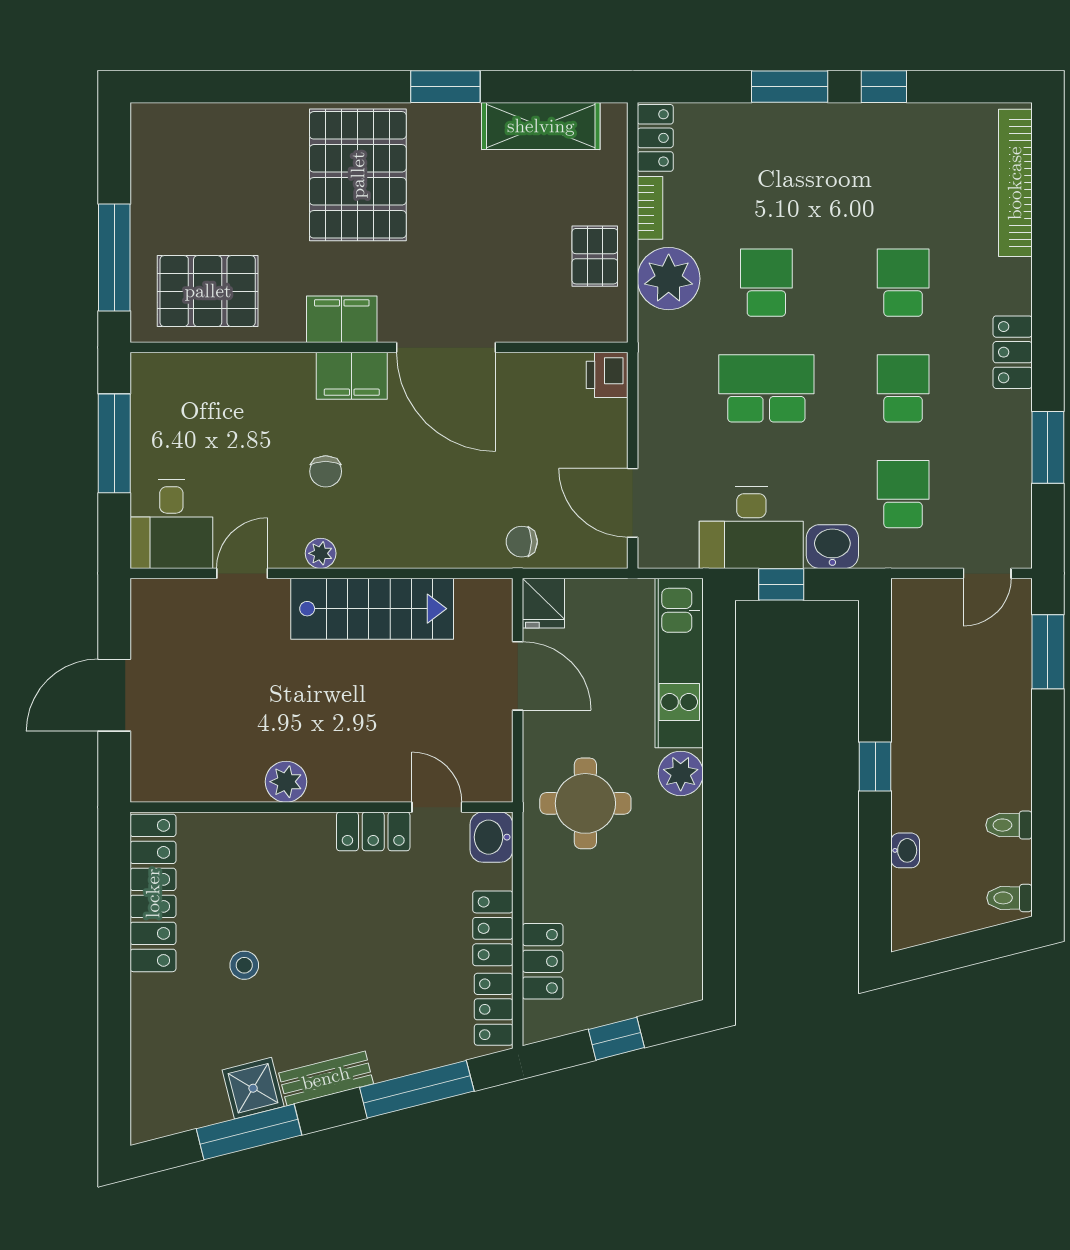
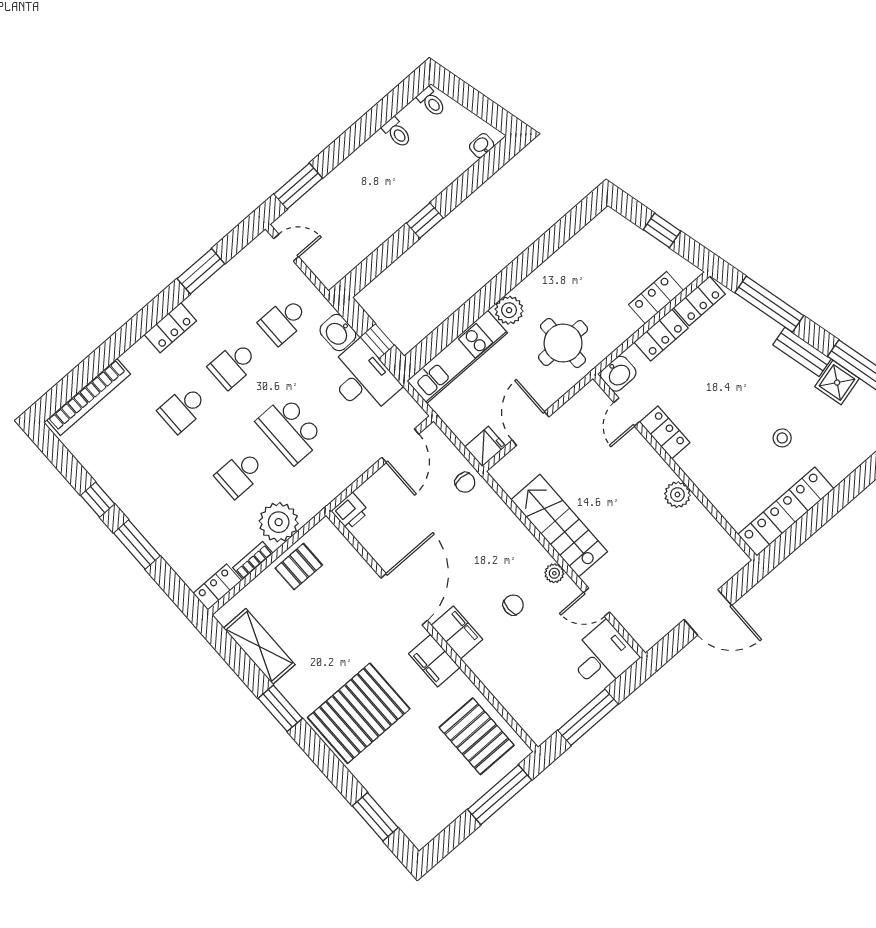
window: (217, 87) -> (375, 817), added
washbasin: (905, 850) -> (482, 146), moved

